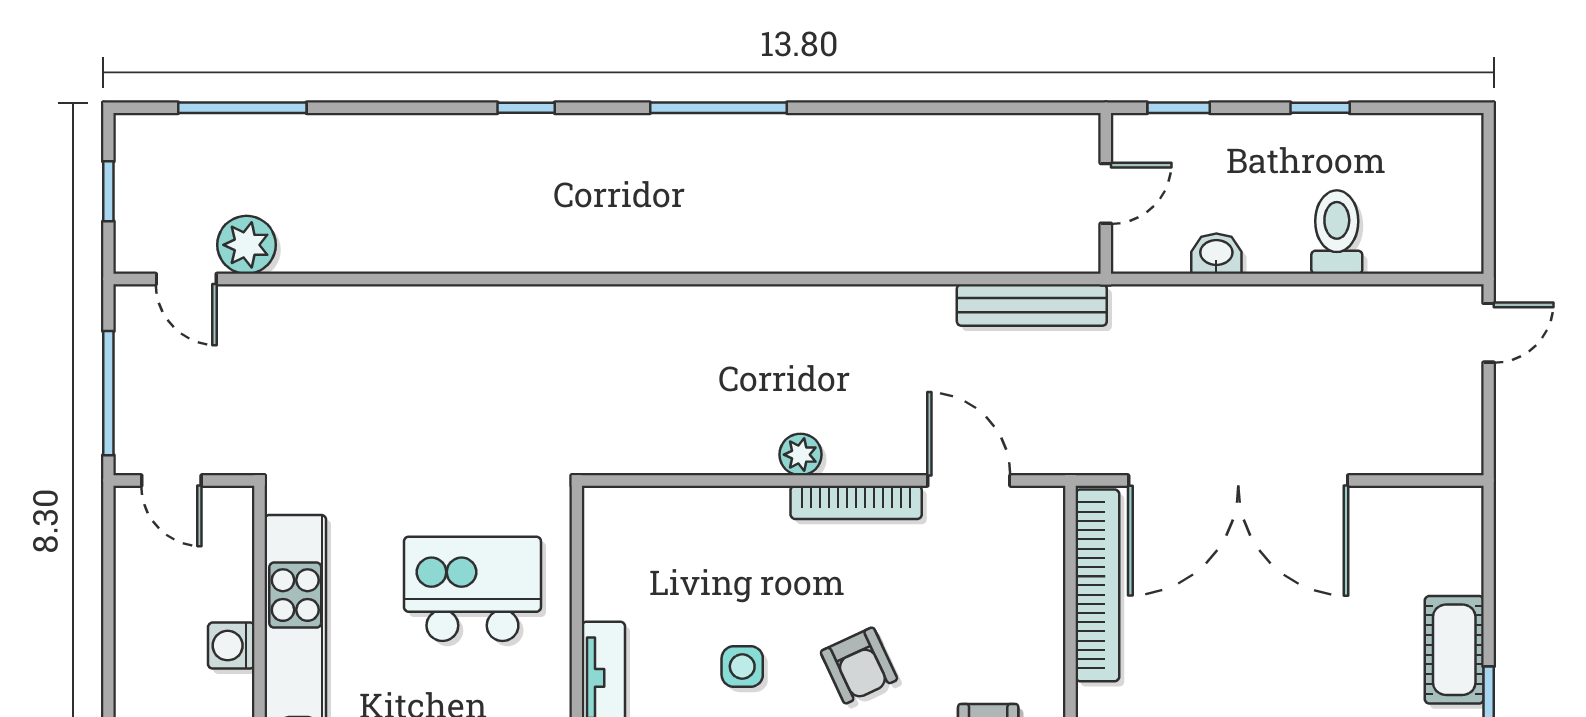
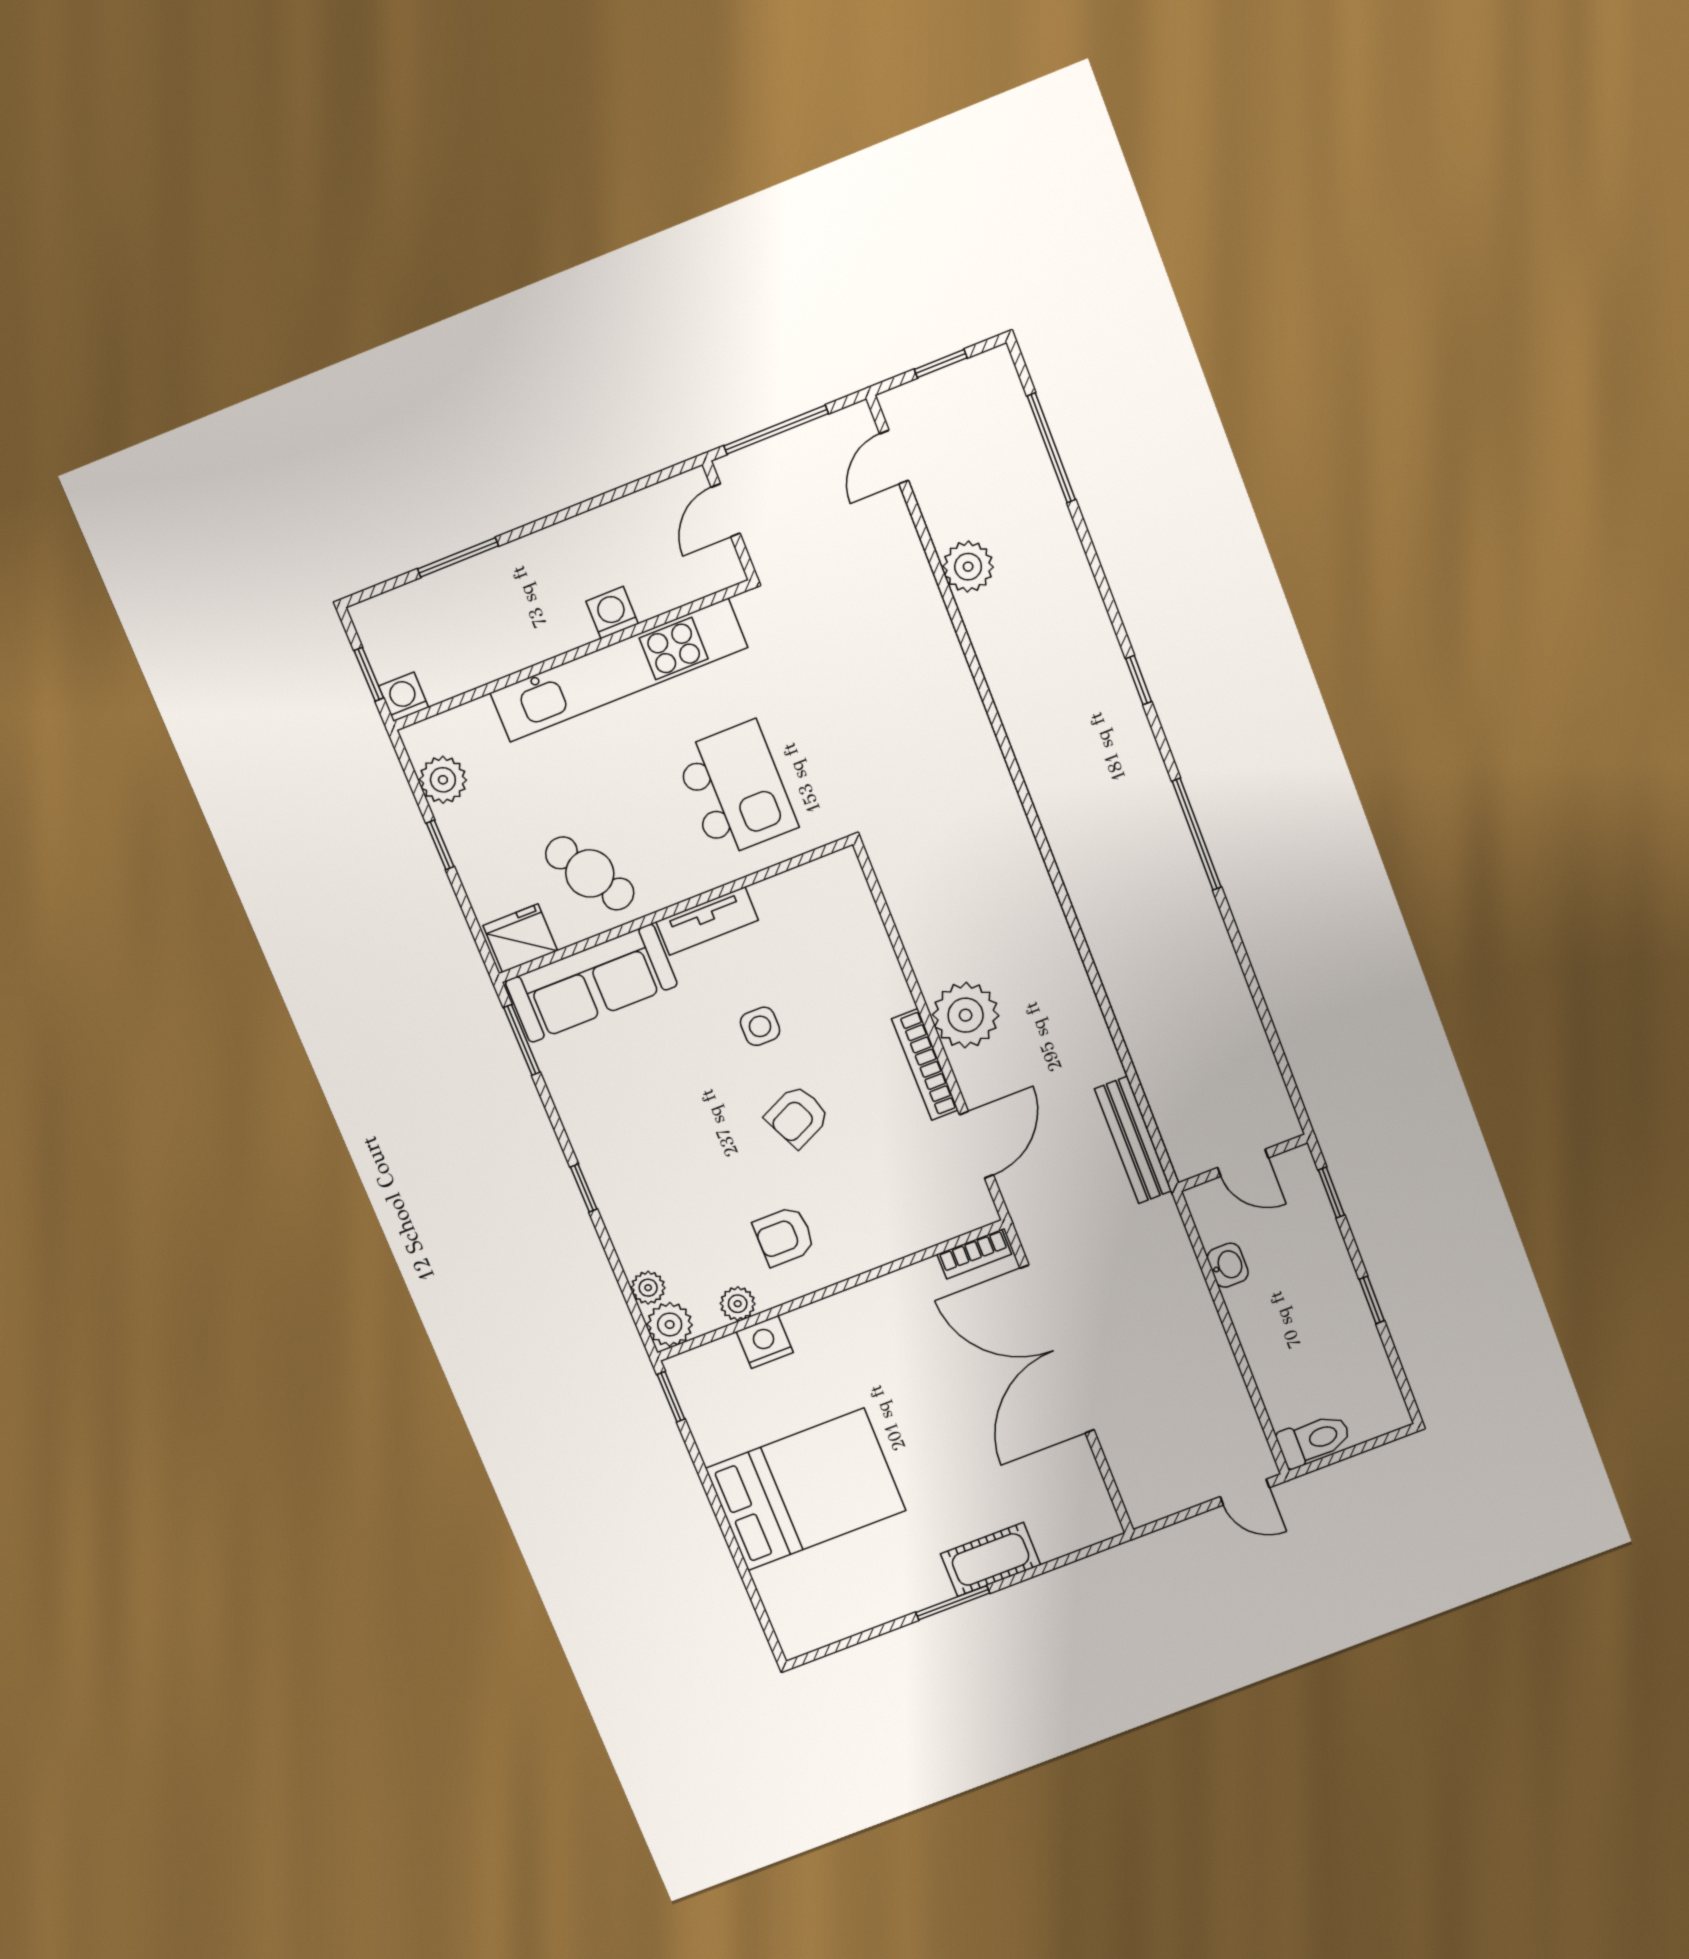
toilet: (1337, 232) -> (1314, 1440), moved
plant: (247, 245) -> (968, 567), moved
plant: (800, 455) -> (966, 1015), width x1.87, depth x1.87
bookcase: (1097, 585) -> (974, 1254), width x0.43, depth x0.76

